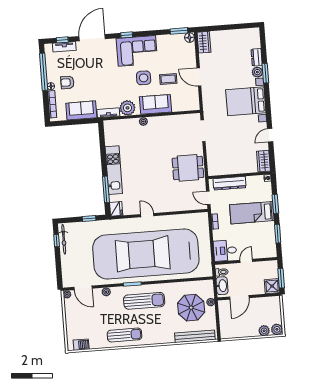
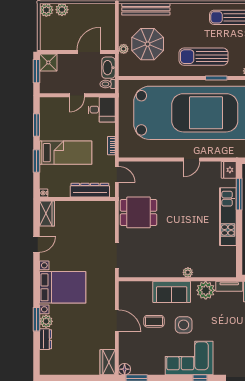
door: (147, 215) -> (192, 159), hinge flipped

